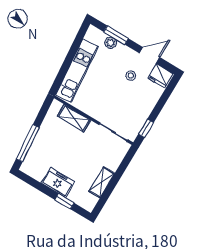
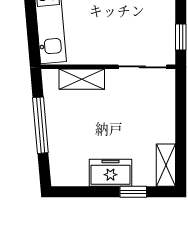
window: (28, 143) -> (40, 125), moved
shelving: (102, 182) -> (166, 165), moved

